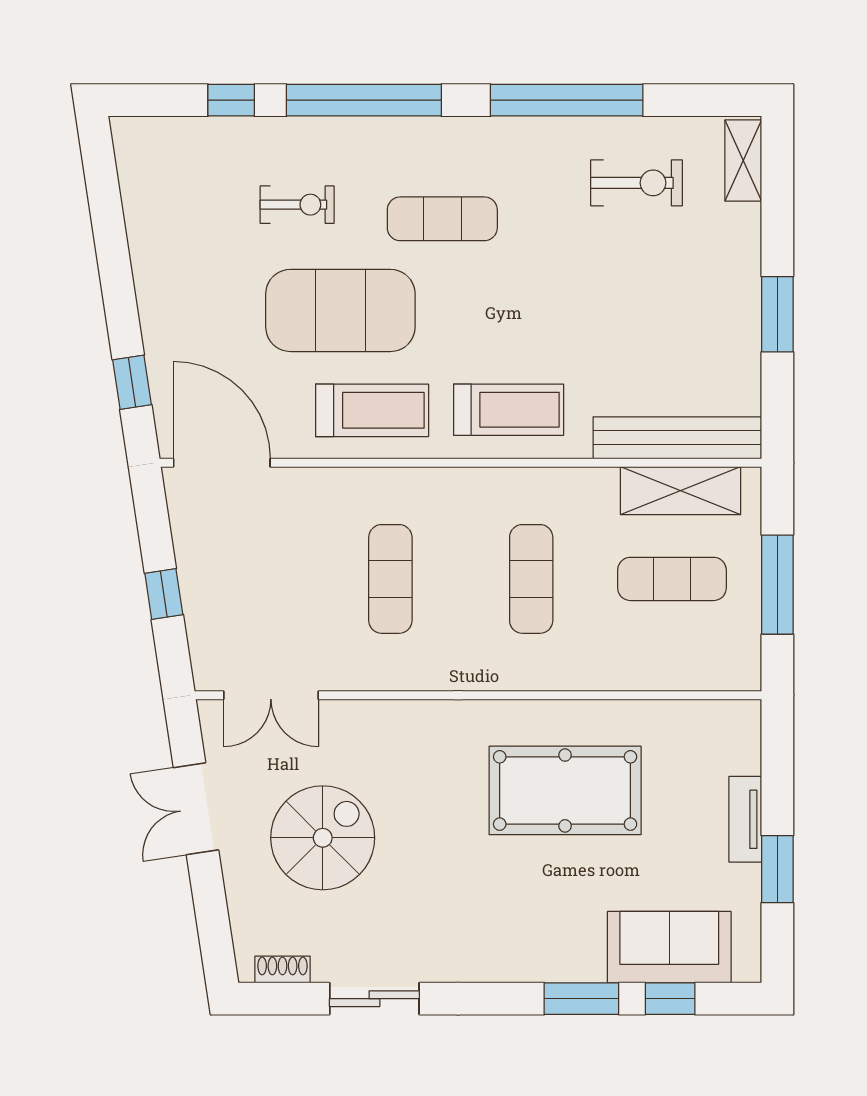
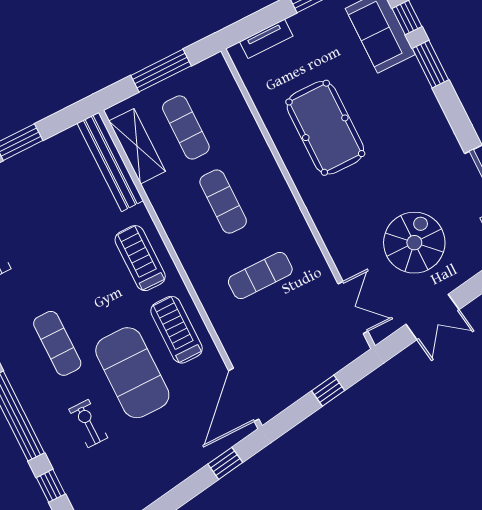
exercise mat: (531, 579) -> (223, 201), turned 90
tv unit: (745, 819) -> (266, 39), moved
spiral stairs: (323, 838) -> (414, 243), turned 90

